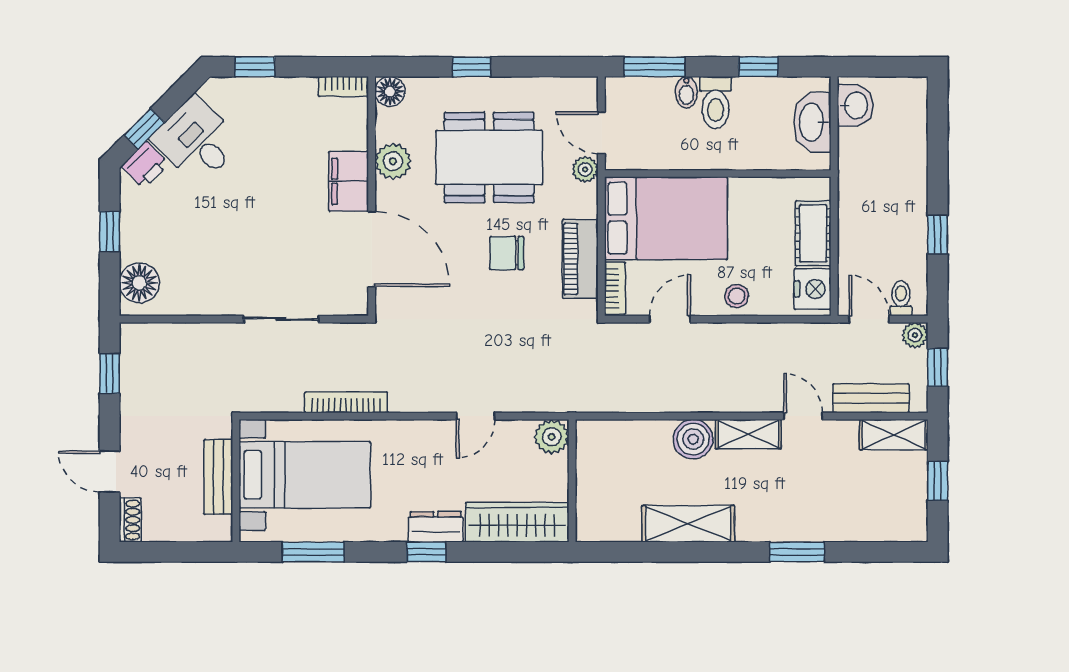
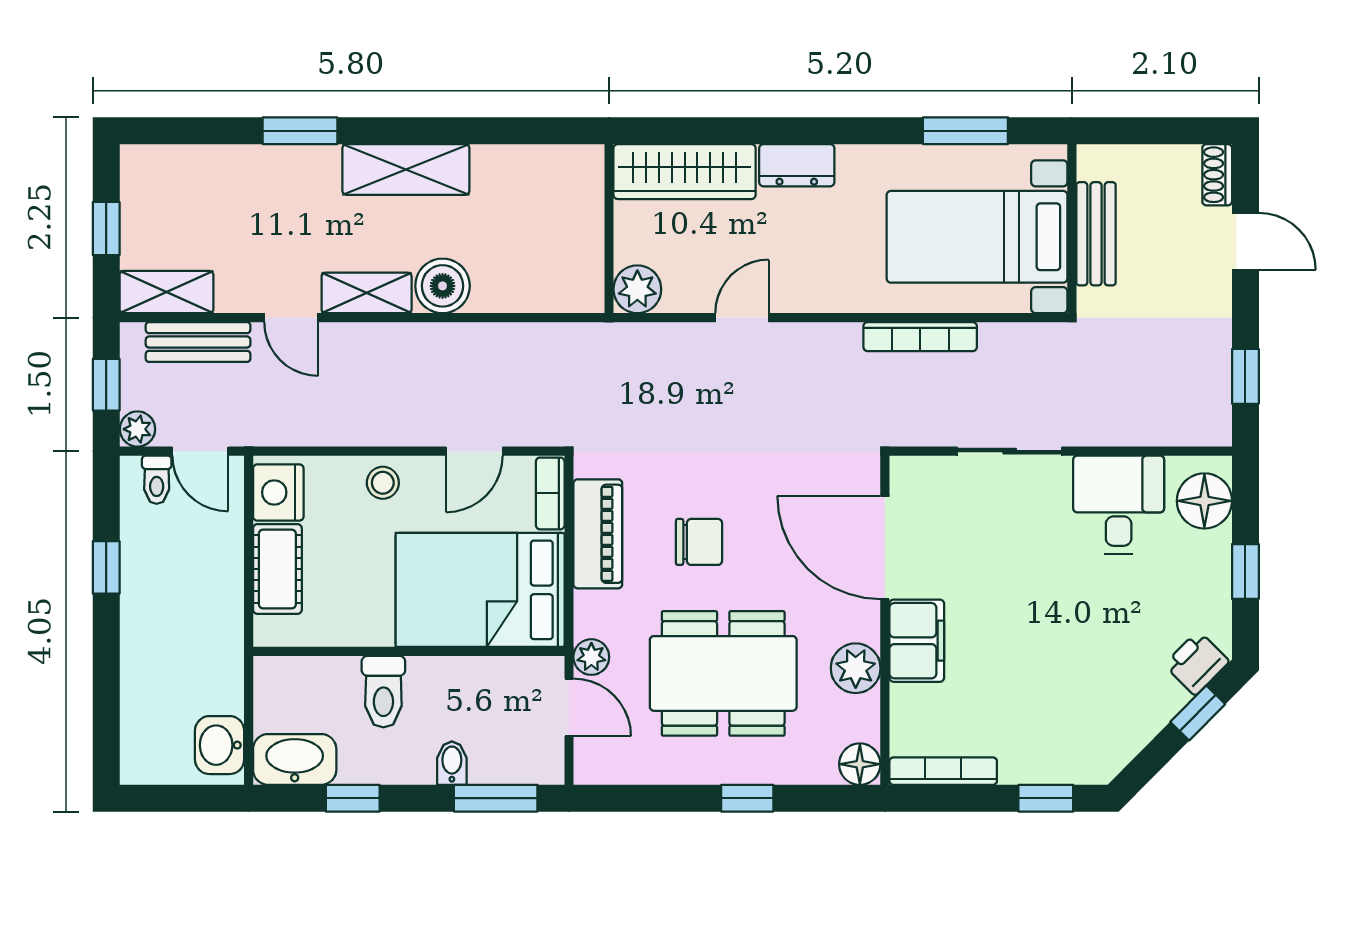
bookcase: (343, 86) -> (943, 771), width x1.56
toilet: (716, 103) -> (383, 692), moved, turned 180
washbasin: (812, 122) -> (295, 759), moved, turned -90
desk: (197, 140) -> (1119, 505), moved, turned -135
shelving: (688, 524) -> (406, 169), moved
window: (426, 552) -> (810, 131), removed

